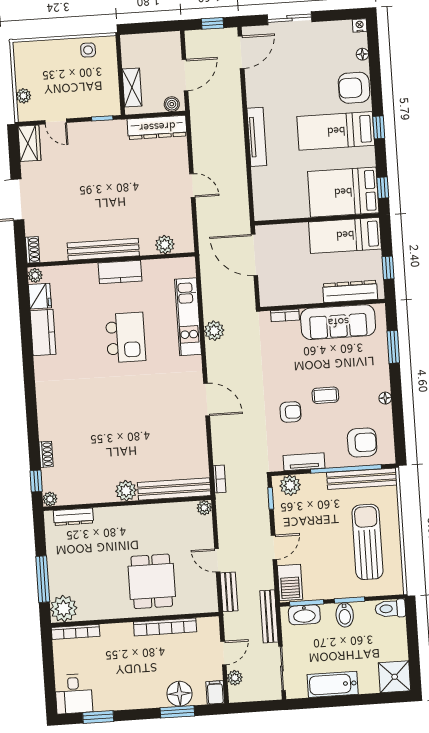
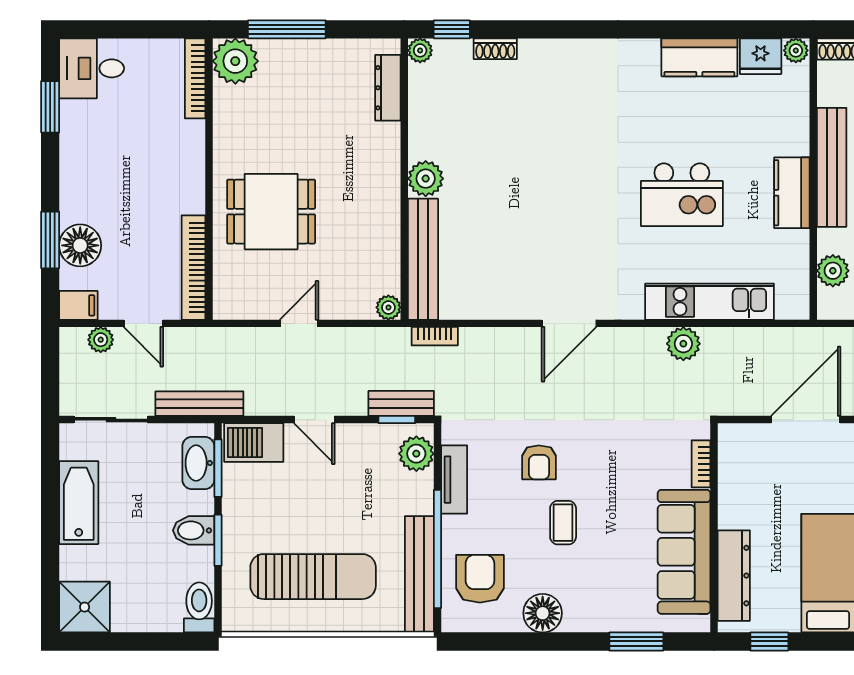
floor lamp: (385, 398) -> (543, 613), width x1.89, depth x1.89
armchair: (362, 442) -> (480, 579), turned 180
bench: (229, 592) -> (401, 403), moved
bookcase: (165, 627) -> (193, 268), moved

